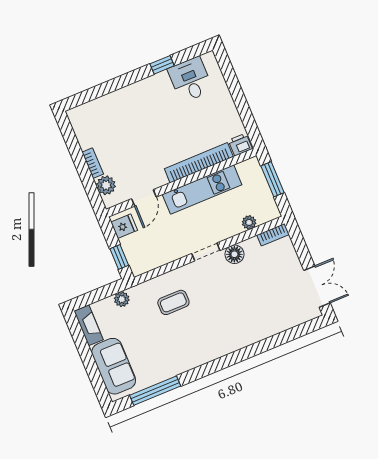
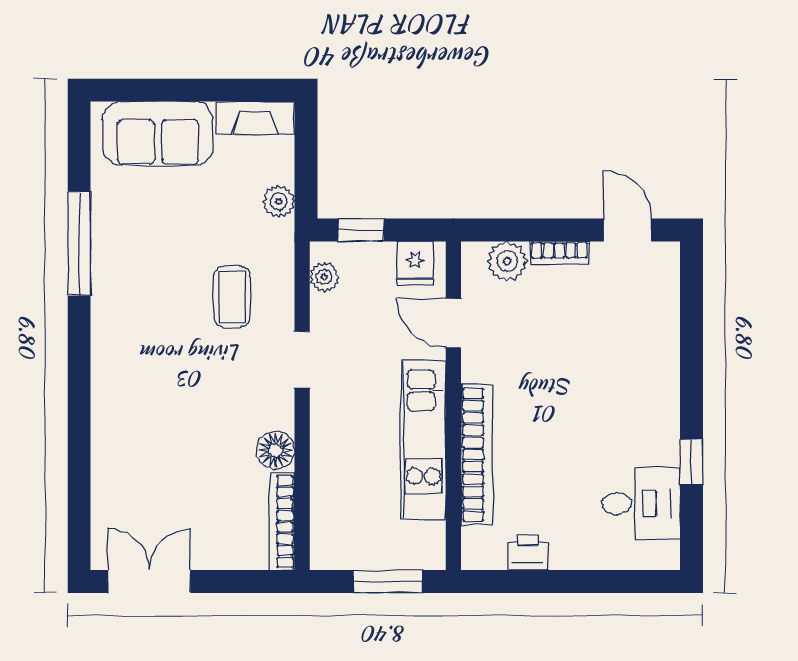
door: (69, 137) -> (628, 230), added
printer: (240, 145) -> (528, 552), moved, turned -90
plant: (249, 222) -> (324, 277), moved
bookcase: (273, 235) -> (282, 521), width x1.56
doorway: (206, 252) -> (302, 360), moved
double door: (317, 287) -> (149, 581), swing flipped
window: (155, 391) -> (79, 243), moved

